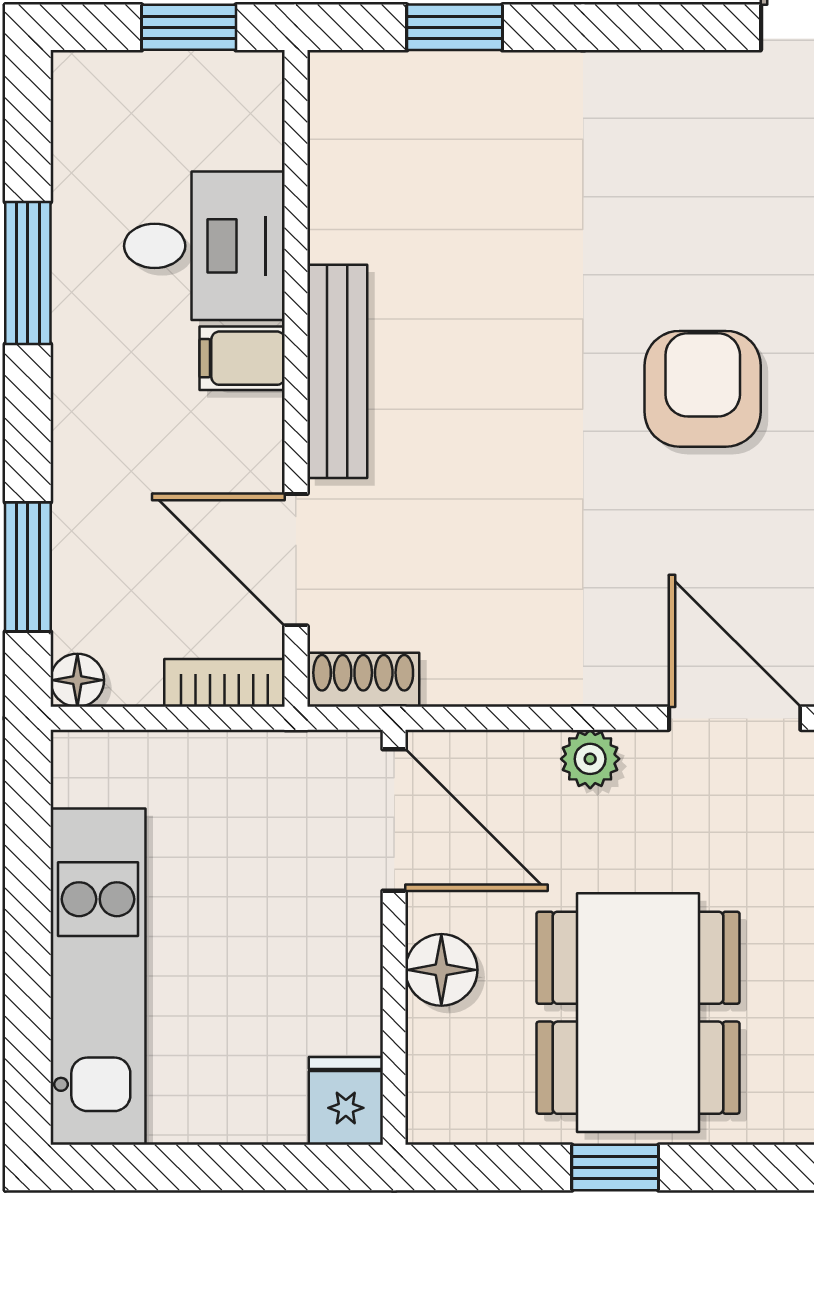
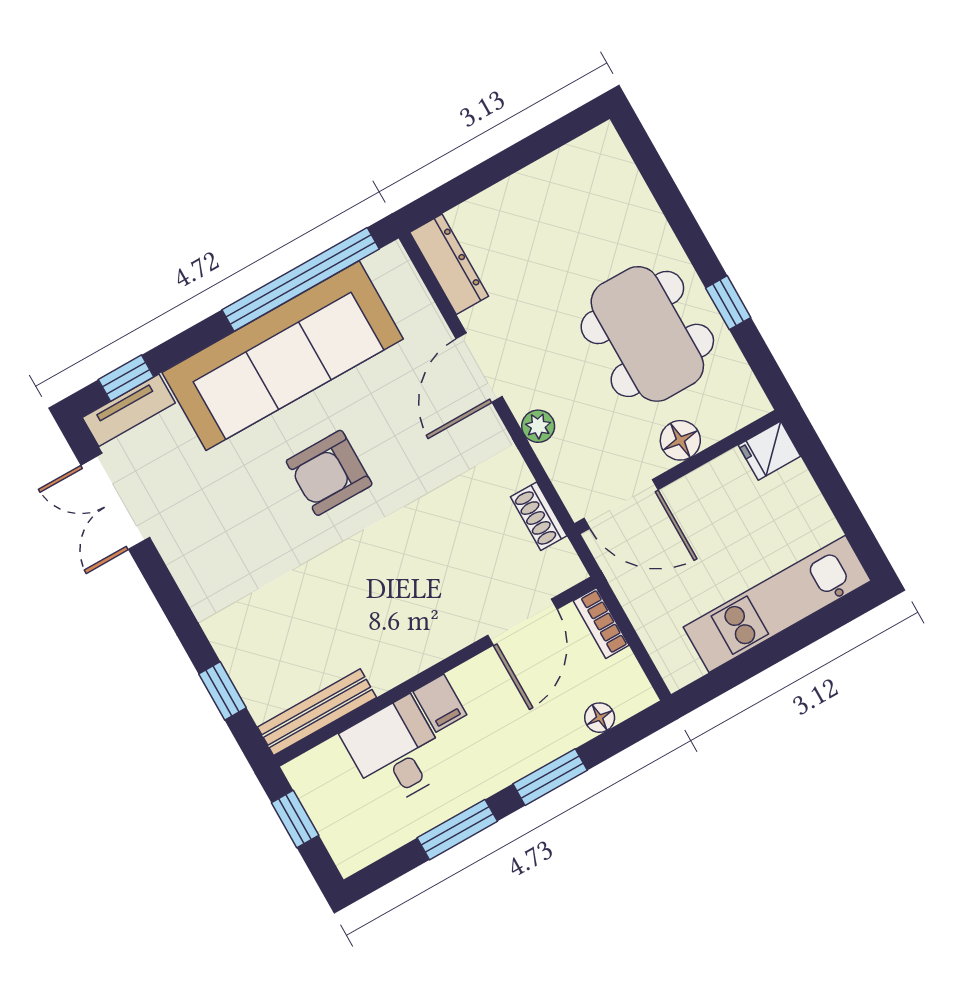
bench: (337, 371) -> (317, 712), moved
window: (28, 567) -> (550, 777), moved
floor lamp: (77, 680) -> (600, 718), moved
shoe rack: (363, 680) -> (539, 516), moved
door: (394, 820) -> (621, 504), swing flipped
dining table: (638, 1013) -> (647, 334), turned 90

